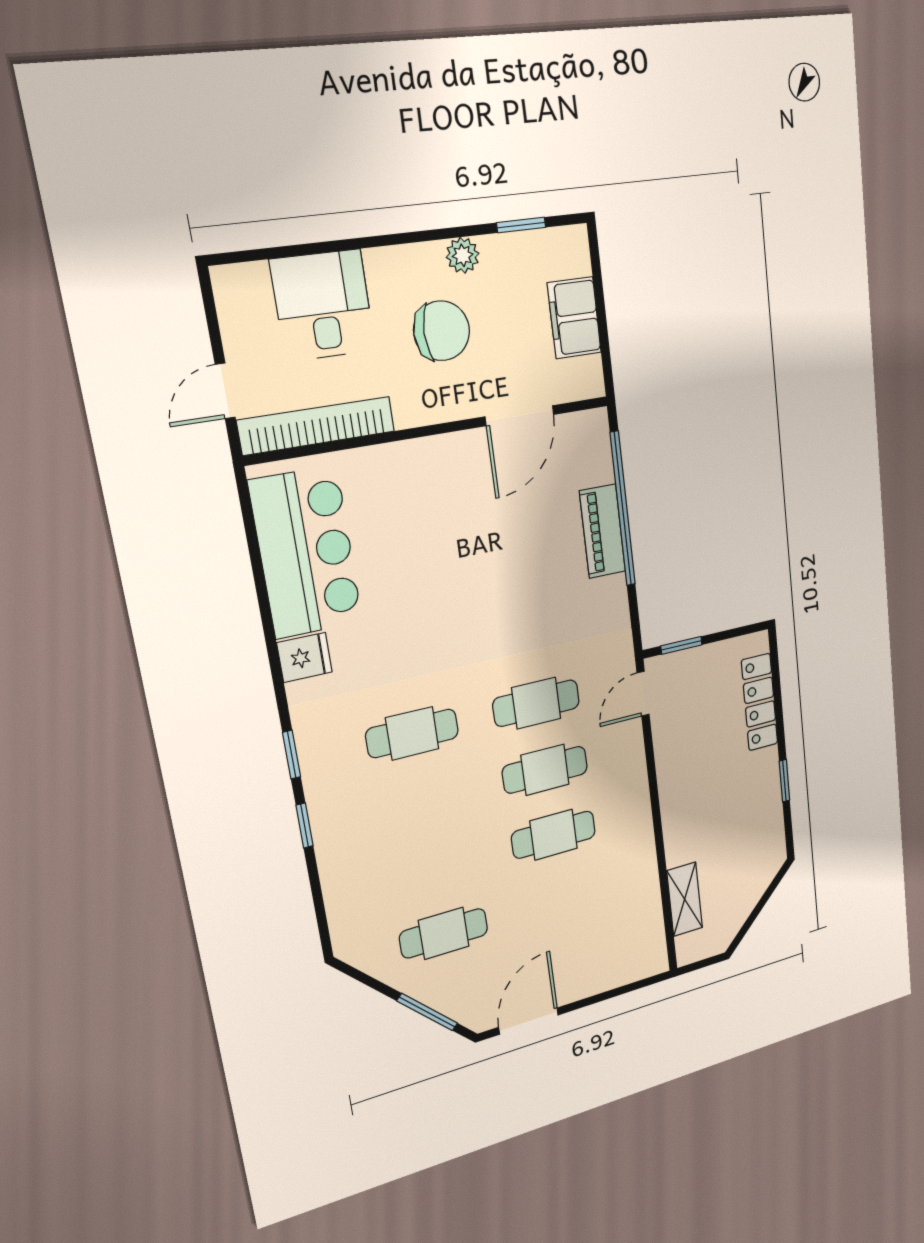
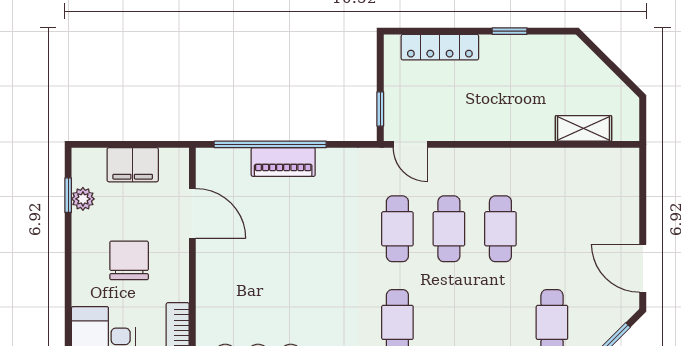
plant: (463, 255) -> (83, 199), moved

